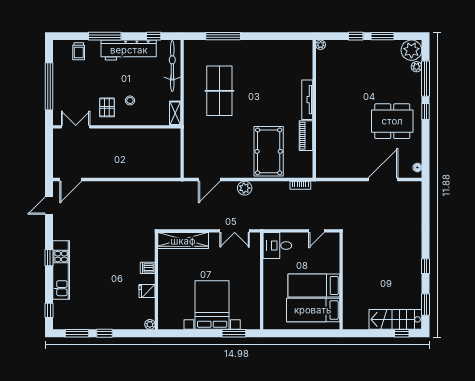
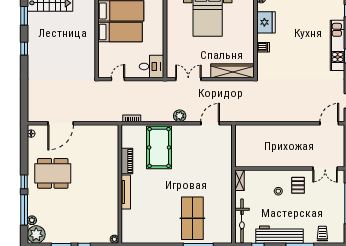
table tennis table: (219, 91) -> (192, 218), moved
fridge: (147, 291) -> (266, 22), width x1.88, depth x1.34

